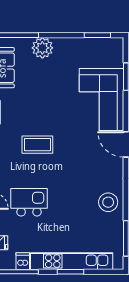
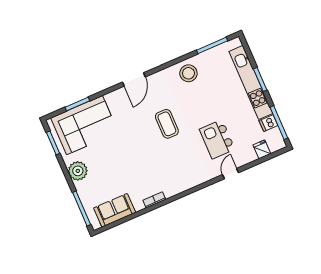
plant: (42, 48) -> (78, 171), moved
corner sofa: (101, 99) -> (84, 125), moved
coffee table: (37, 145) -> (167, 124), moved

